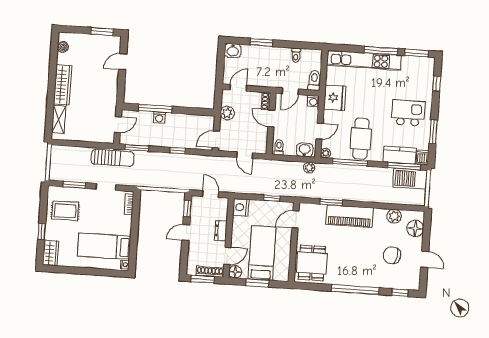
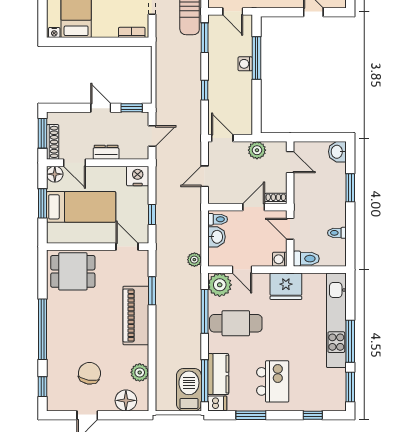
washbasin: (305, 150) -> (217, 237), moved
plant: (325, 153) -> (220, 285), width x1.88, depth x1.88

